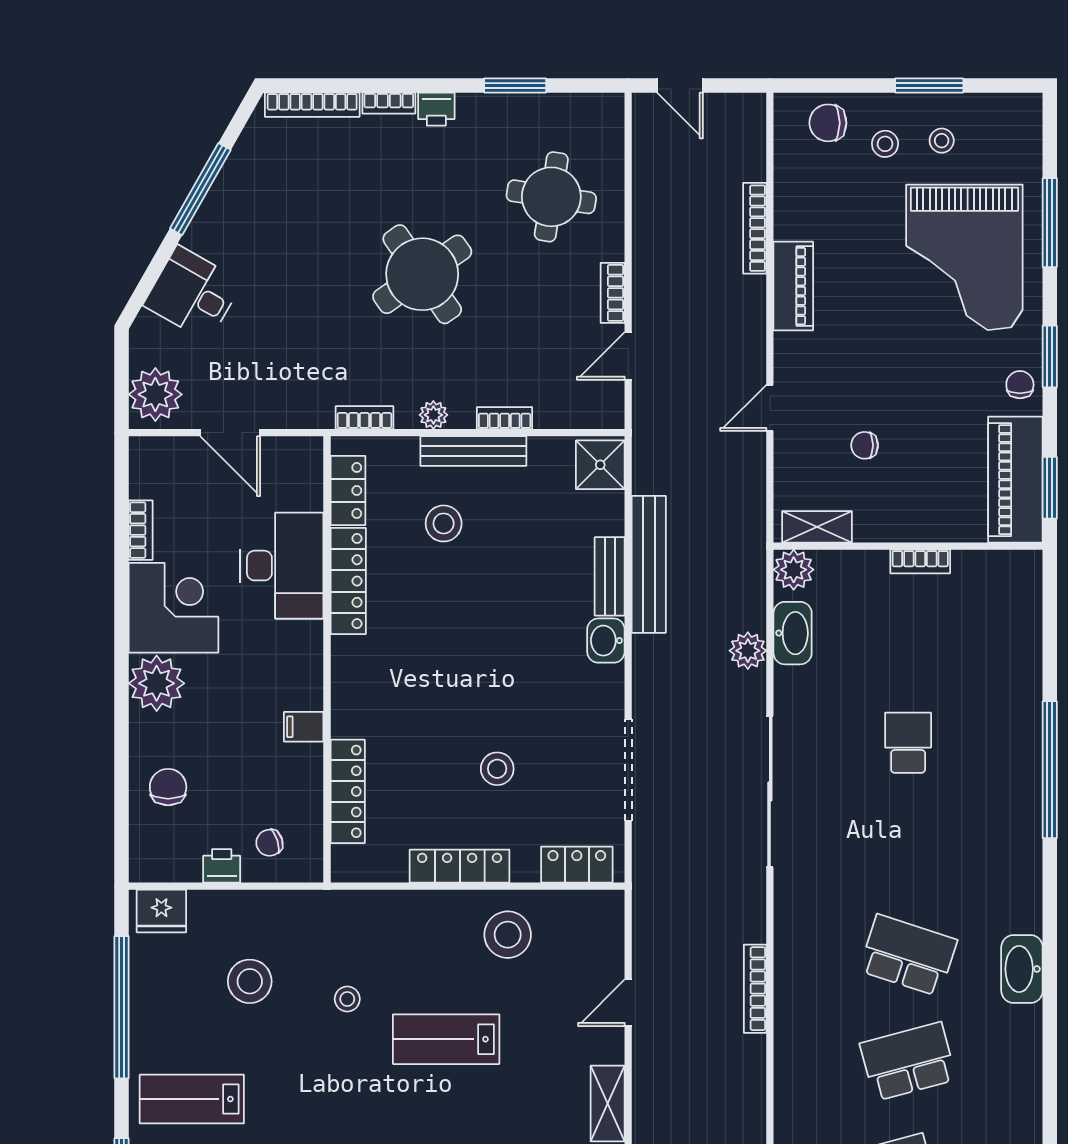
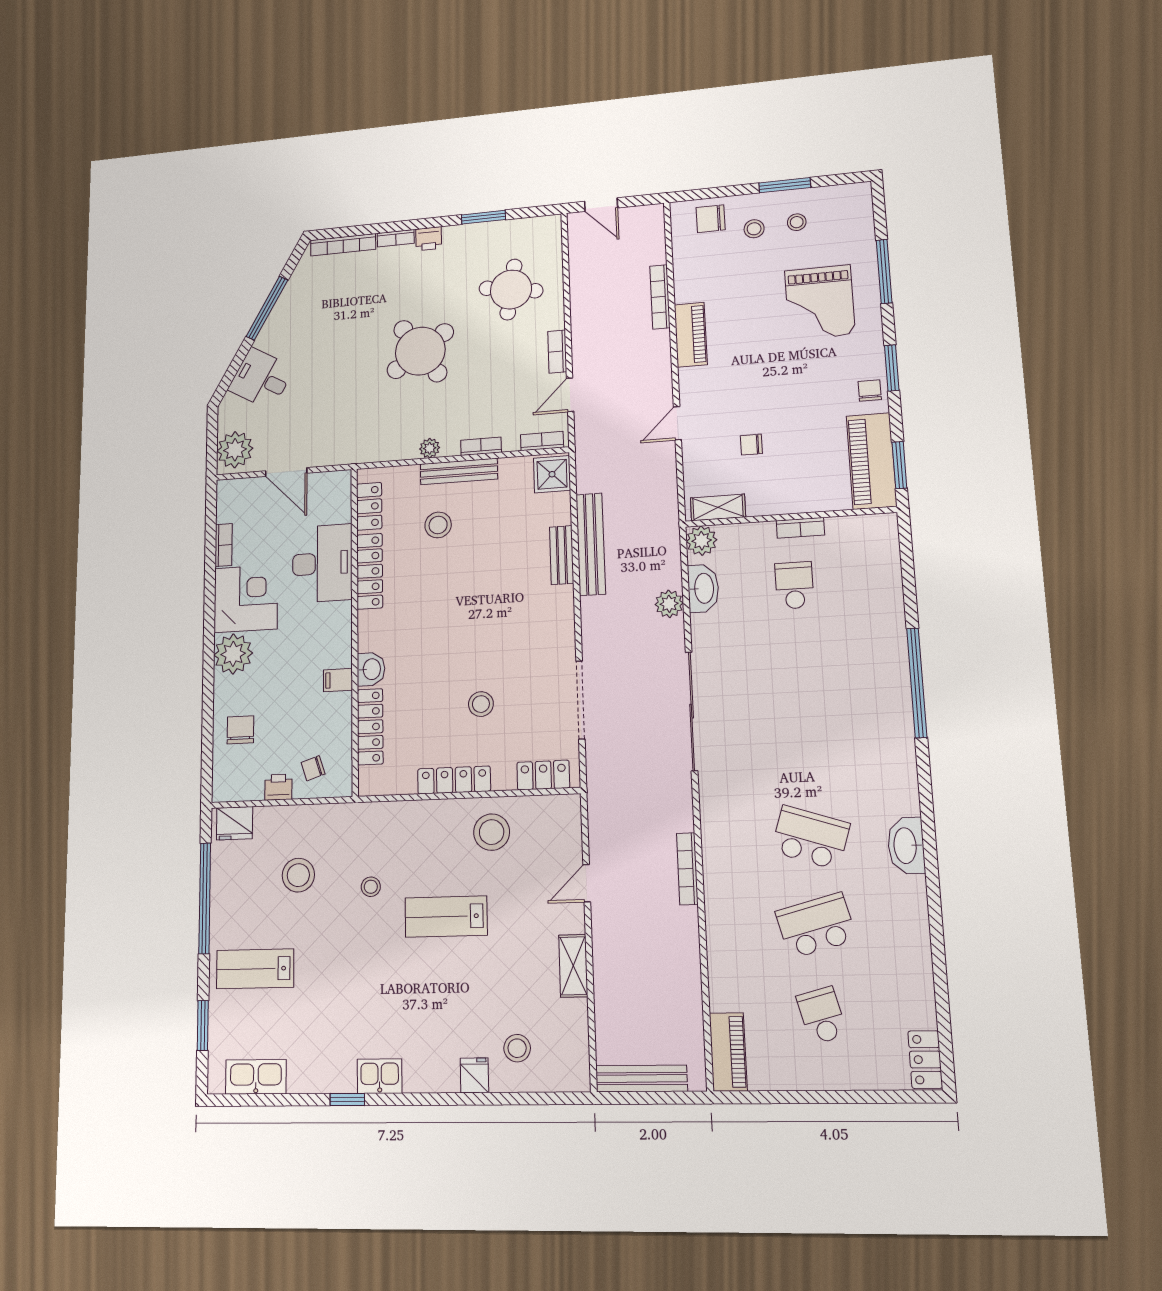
grand piano: (964, 257) -> (820, 302), width x0.73, depth x0.68
bookcase: (364, 418) -> (542, 441), moved
washbasin: (606, 641) -> (371, 669), moved, turned 180
school desk: (908, 743) -> (794, 585), moved

